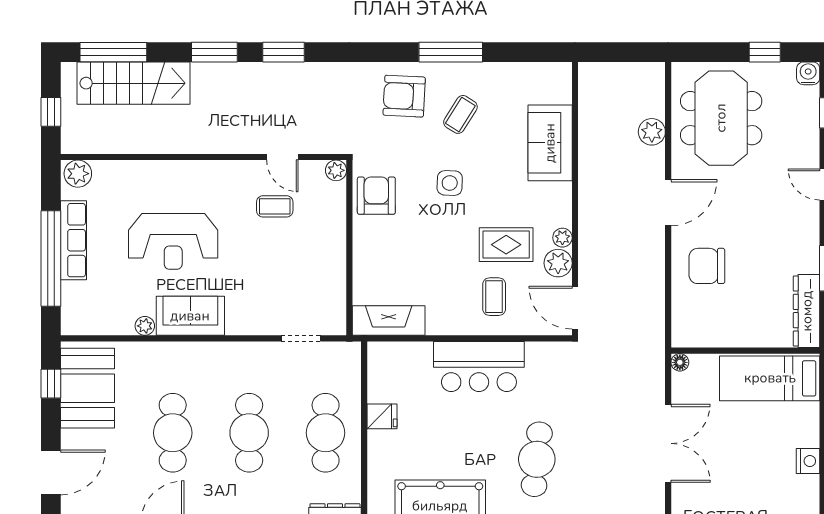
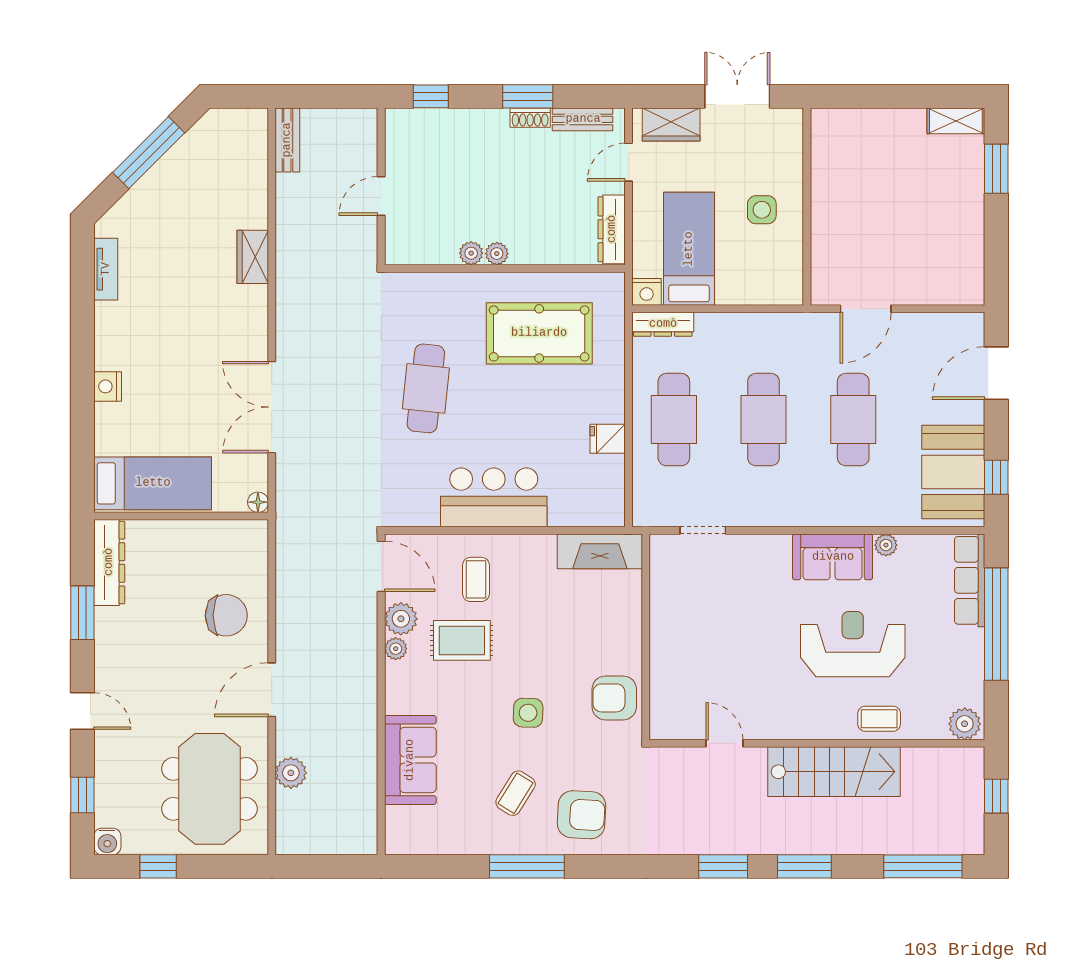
stairs: (133, 83) -> (834, 772), moved, turned 180
plant: (336, 170) -> (662, 728), removed
armchair: (376, 196) -> (614, 698), turned 90
coffee table: (275, 206) -> (879, 719), moved
row of seats: (73, 240) -> (970, 580), moved

